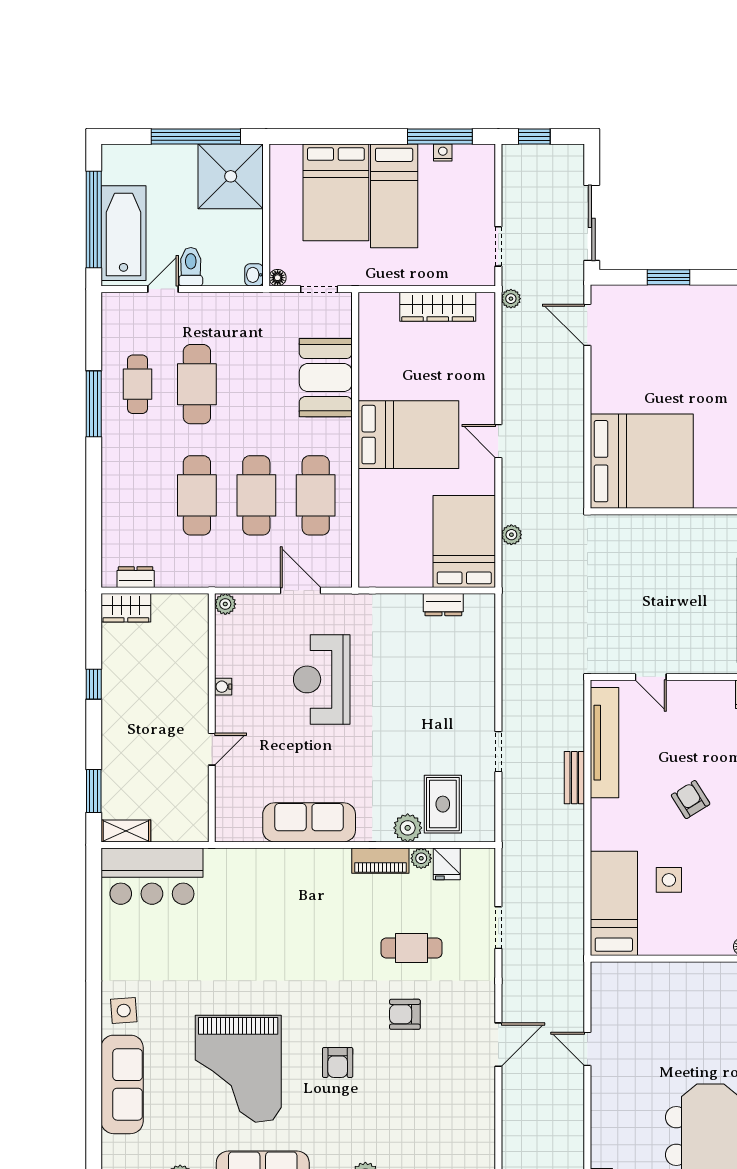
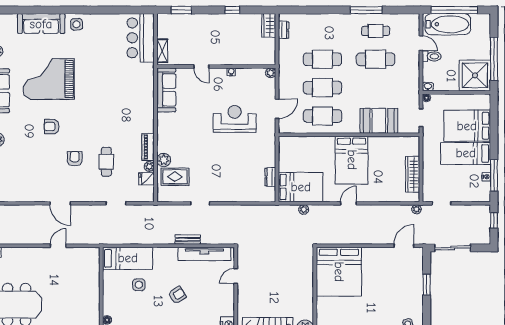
sofa: (309, 822) -> (166, 90), moved
shelving: (126, 831) -> (162, 51), moved

